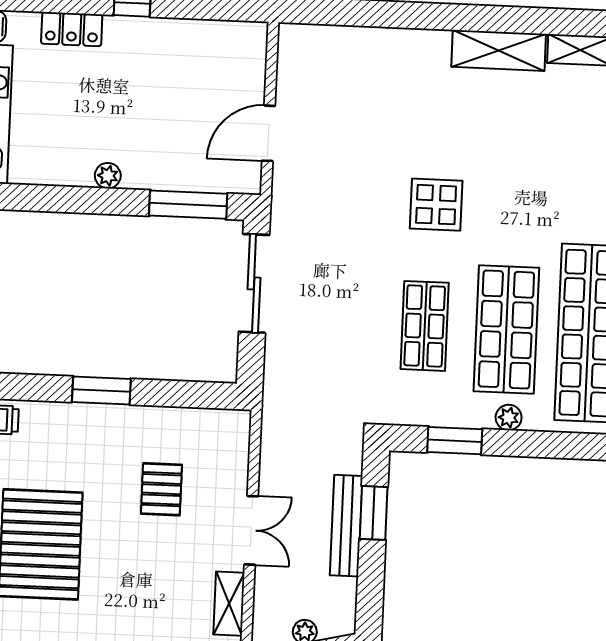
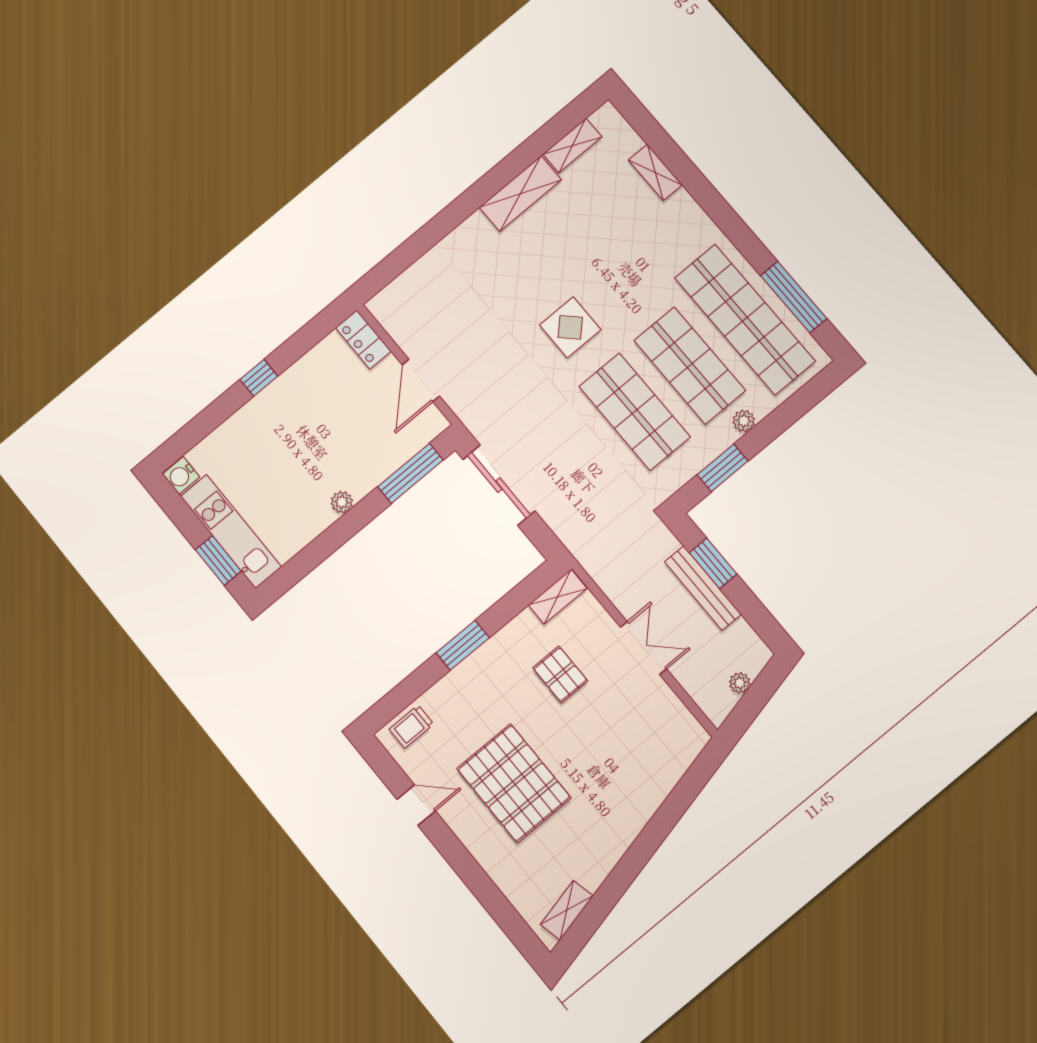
locker: (72, 29) -> (363, 340), moved, turned 90
shop shelf: (425, 326) -> (635, 412), width x1.43, depth x1.36
shelving: (229, 604) -> (558, 597), moved, turned 90

